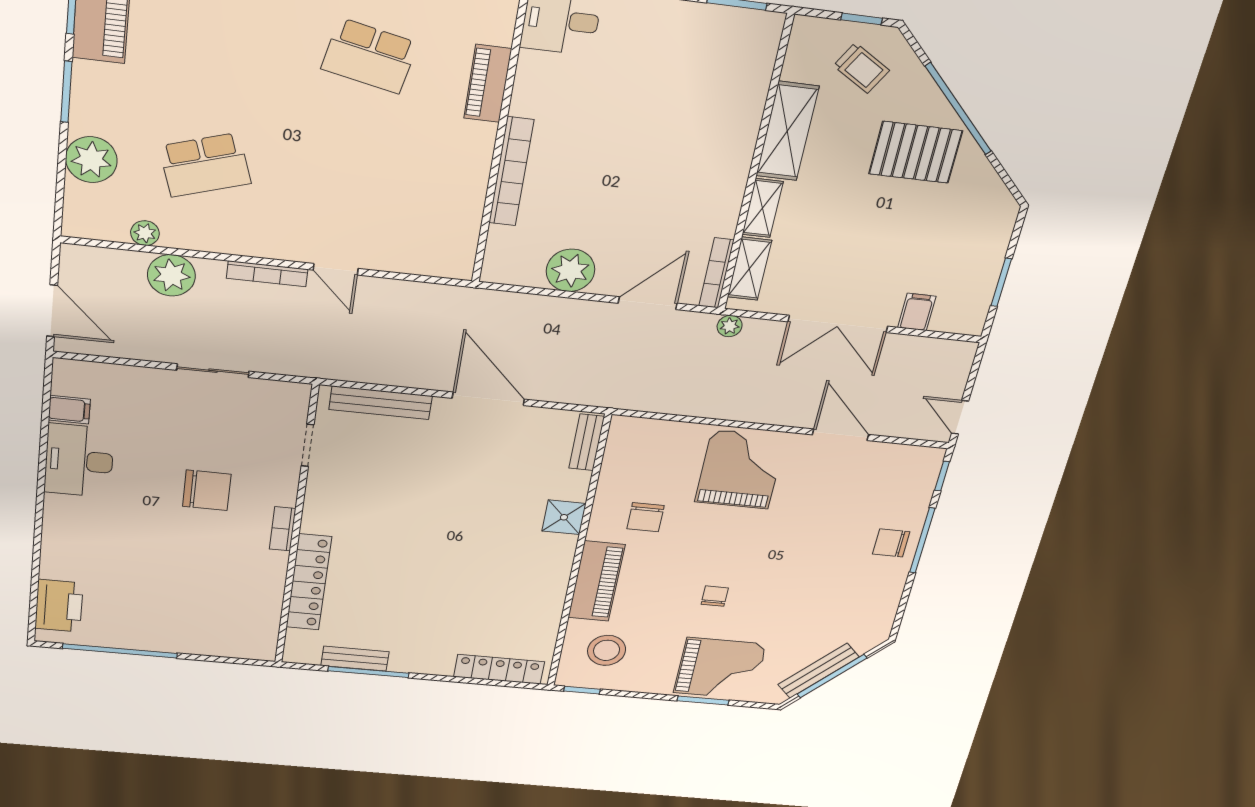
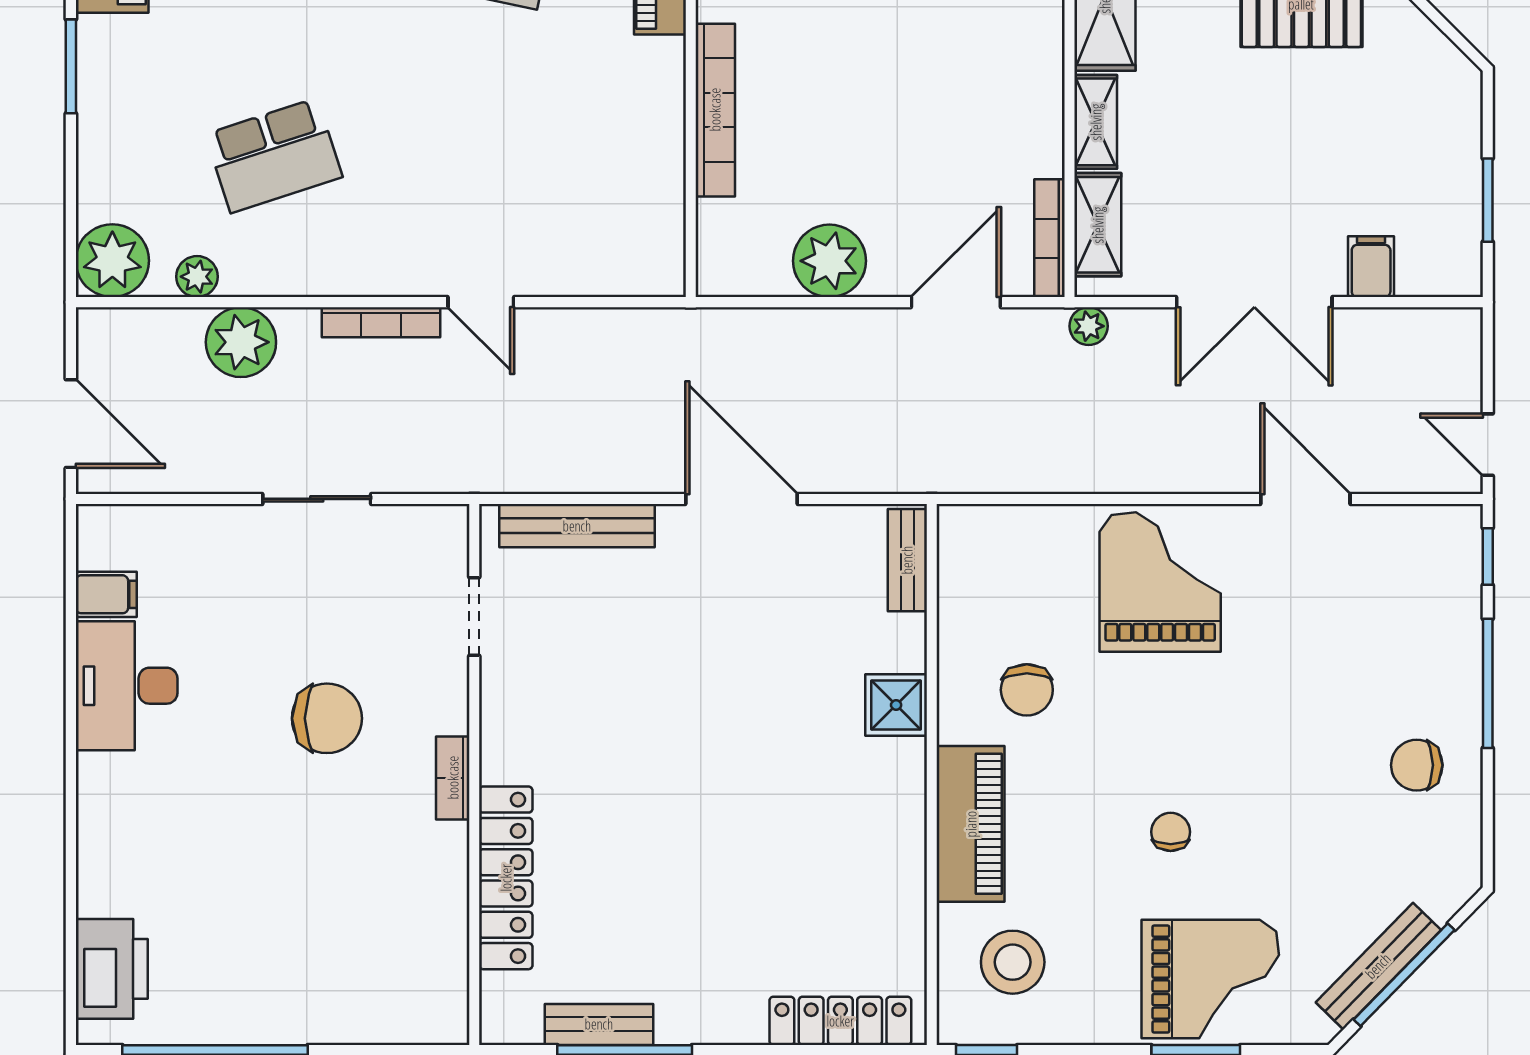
plant: (91, 160) -> (112, 261), moved
chair: (891, 543) -> (1417, 765), moved

